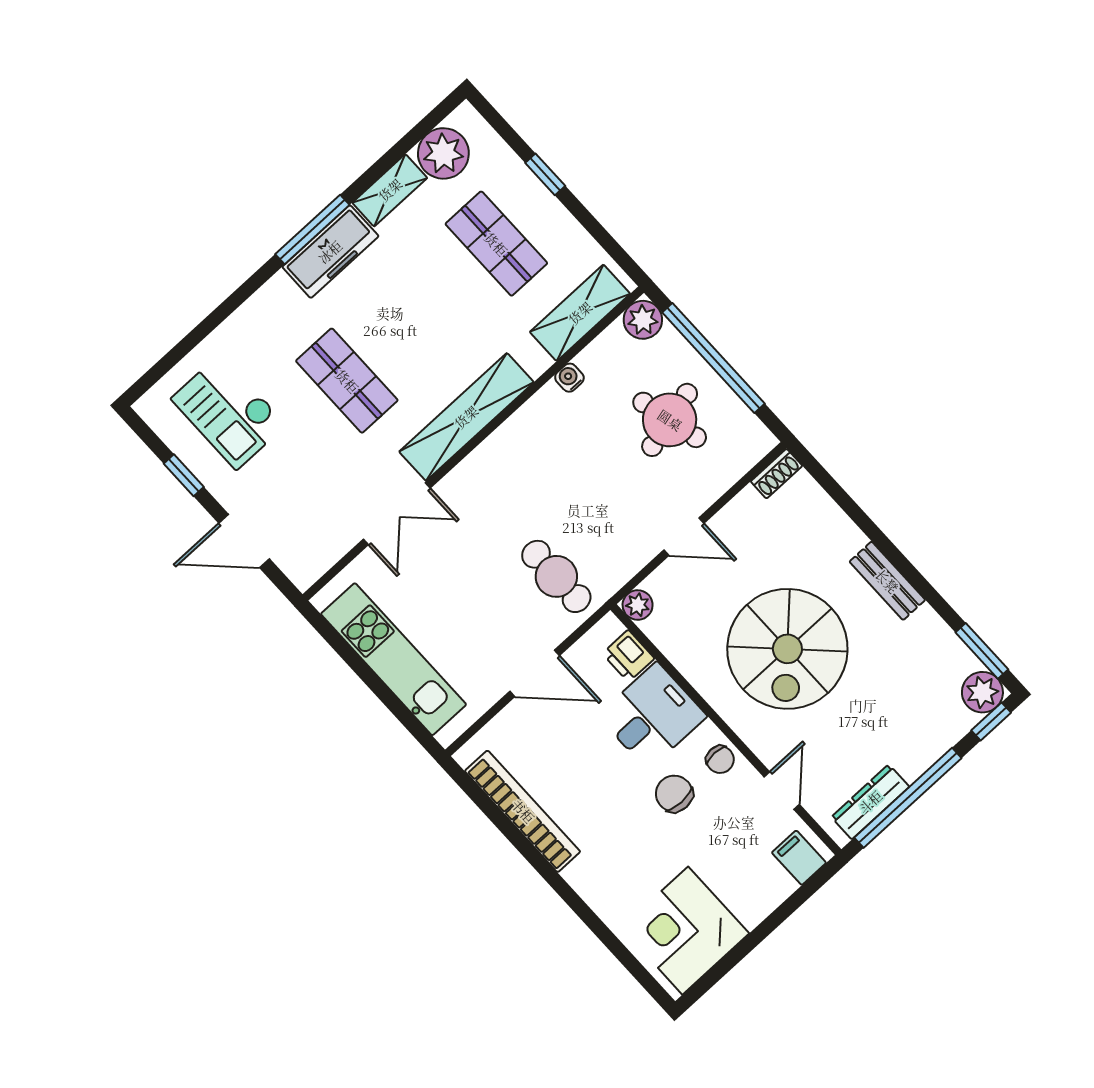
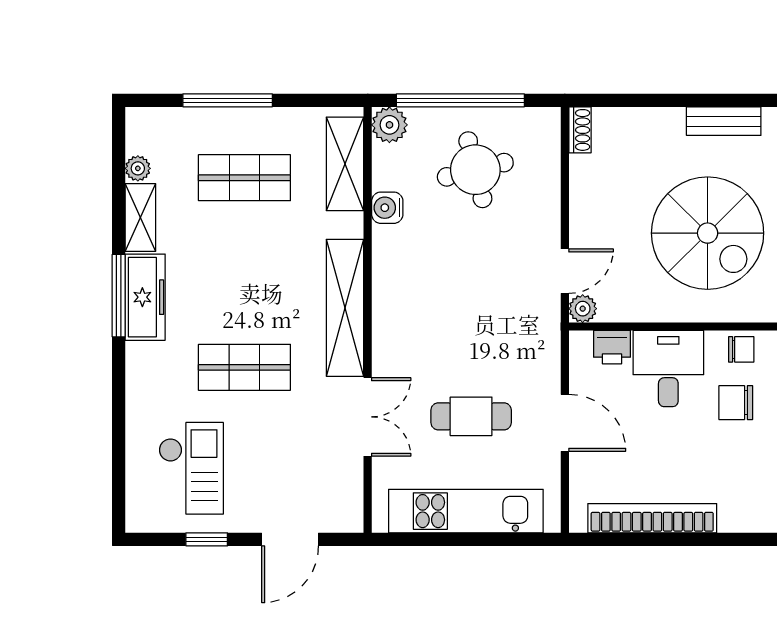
plant: (443, 153) -> (138, 168), width x0.53, depth x0.53
window: (545, 174) -> (228, 100), width x2.17
water cooler: (569, 378) -> (387, 208), width x1.38, depth x1.38
checkout: (229, 412) -> (191, 468), turned -90
door: (684, 537) -> (565, 271), moved
cafe table: (556, 576) -> (471, 416), moved
door: (535, 673) -> (565, 423), hinge flipped

